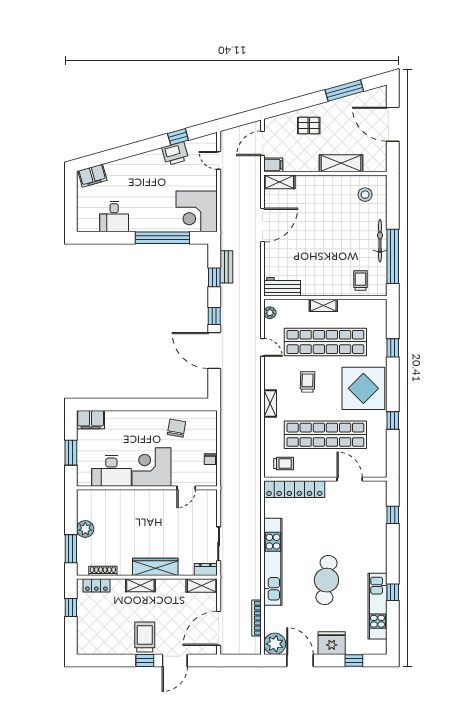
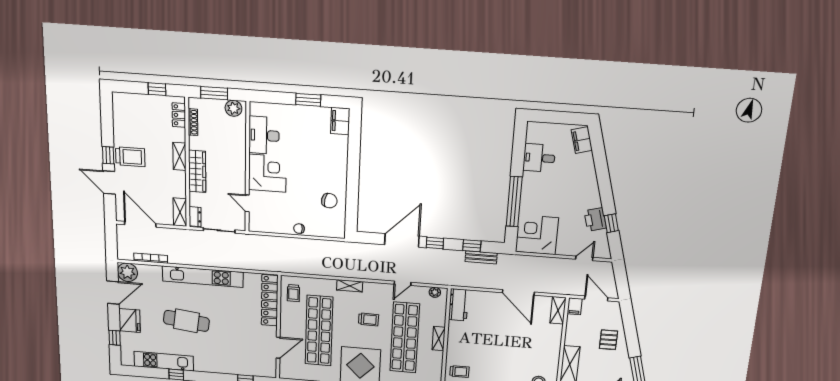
corner desk: (152, 467) -> (267, 173), moved
desk: (111, 471) -> (264, 135), moved
wall: (147, 488) -> (247, 167), moved
door: (186, 488) -> (247, 203), moved

